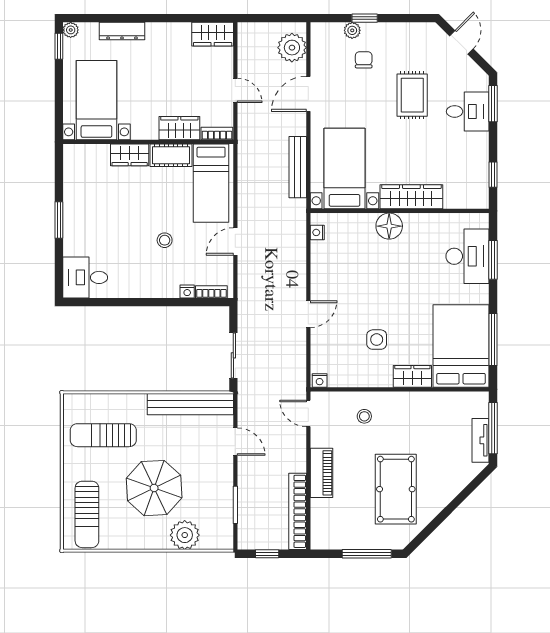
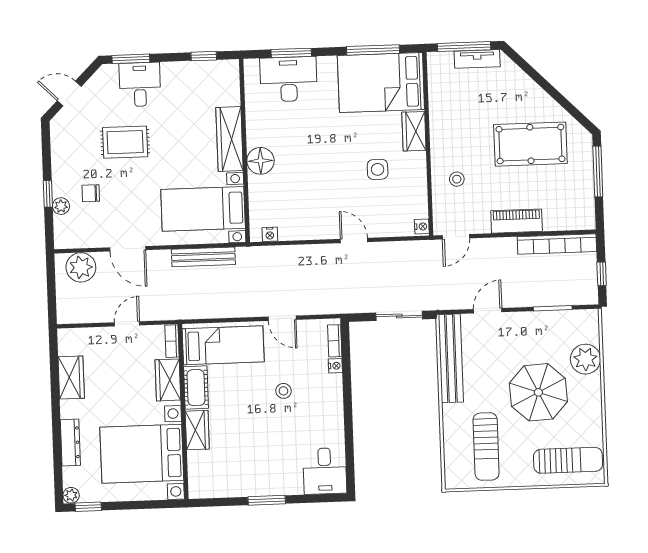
wardrobe: (213, 34) -> (71, 377), moved
bed with nightstands: (96, 100) -> (142, 454), width x1.36

